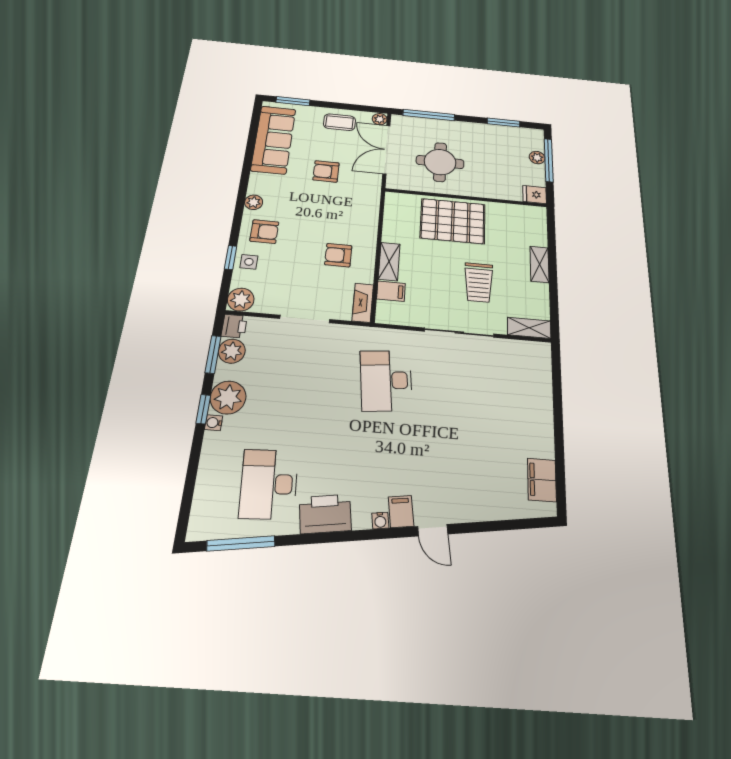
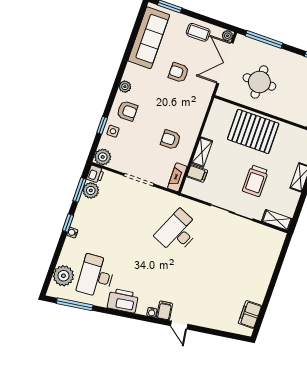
desk: (386, 380) -> (178, 232), turned 30
plant: (228, 397) -> (63, 276), moved

